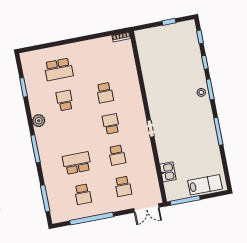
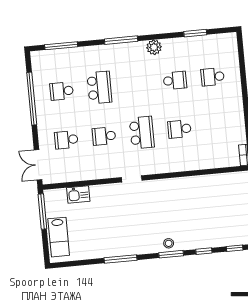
school desk: (59, 69) -> (213, 77), width x0.54
school desk: (111, 124) -> (142, 133), width x1.85

